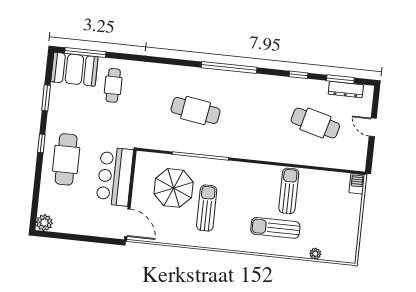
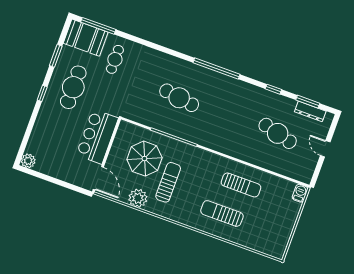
cafe table: (66, 159) -> (73, 87), moved
sun lounger: (289, 191) -> (241, 185), turned 90
plant: (315, 254) -> (138, 198), moved, width x1.87, depth x1.87

